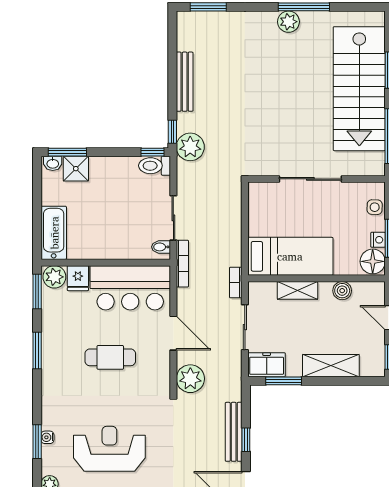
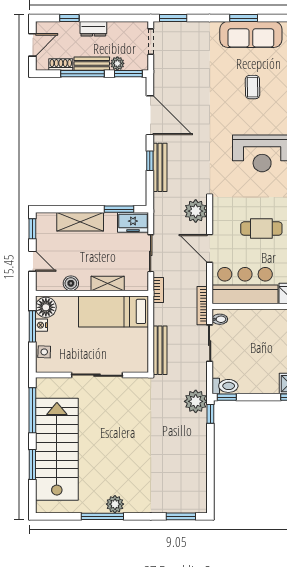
bench: (185, 82) -> (160, 350), moved

